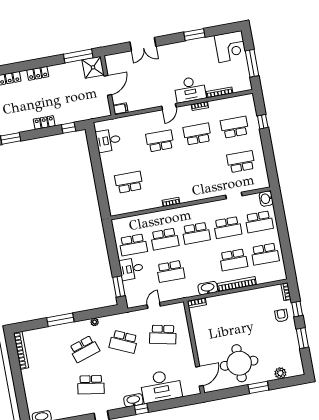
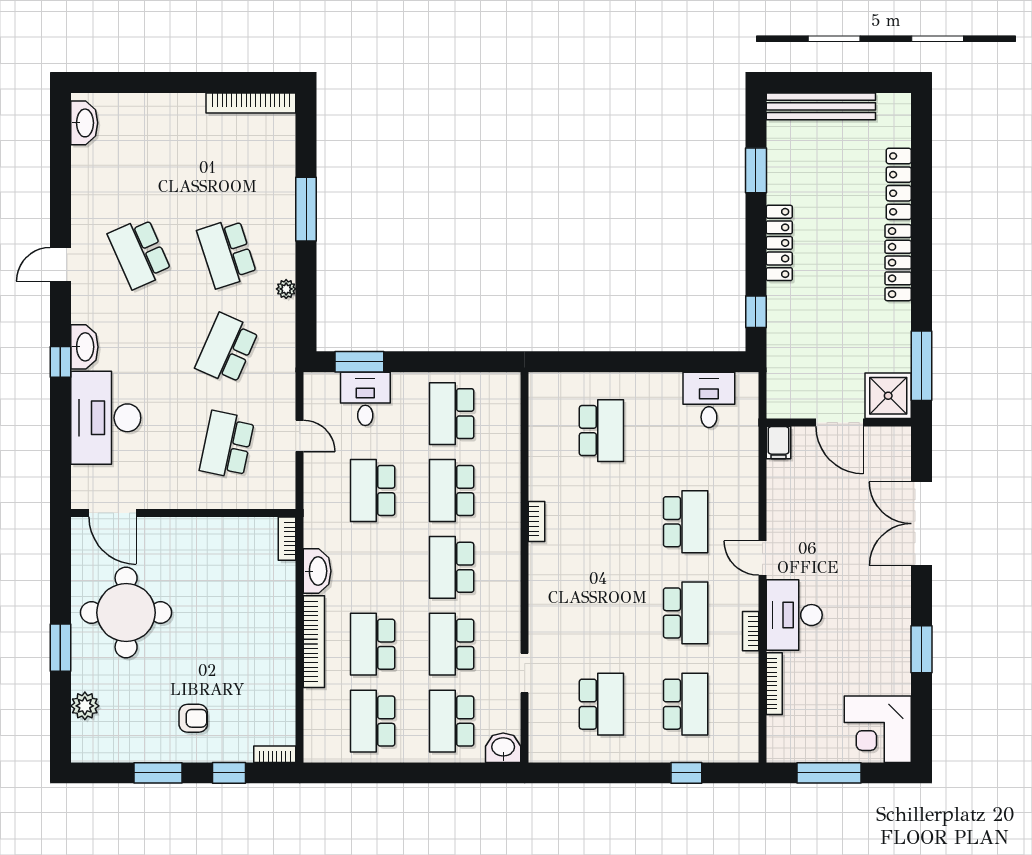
double door: (143, 44) -> (921, 524), width x1.37
locker: (38, 73) -> (898, 263), width x1.53
locker: (44, 122) -> (779, 243), width x1.53
desk: (131, 269) -> (365, 399), moved
armchair: (281, 316) -> (193, 718), moved
school desk: (91, 385) -> (140, 253), turned -33

